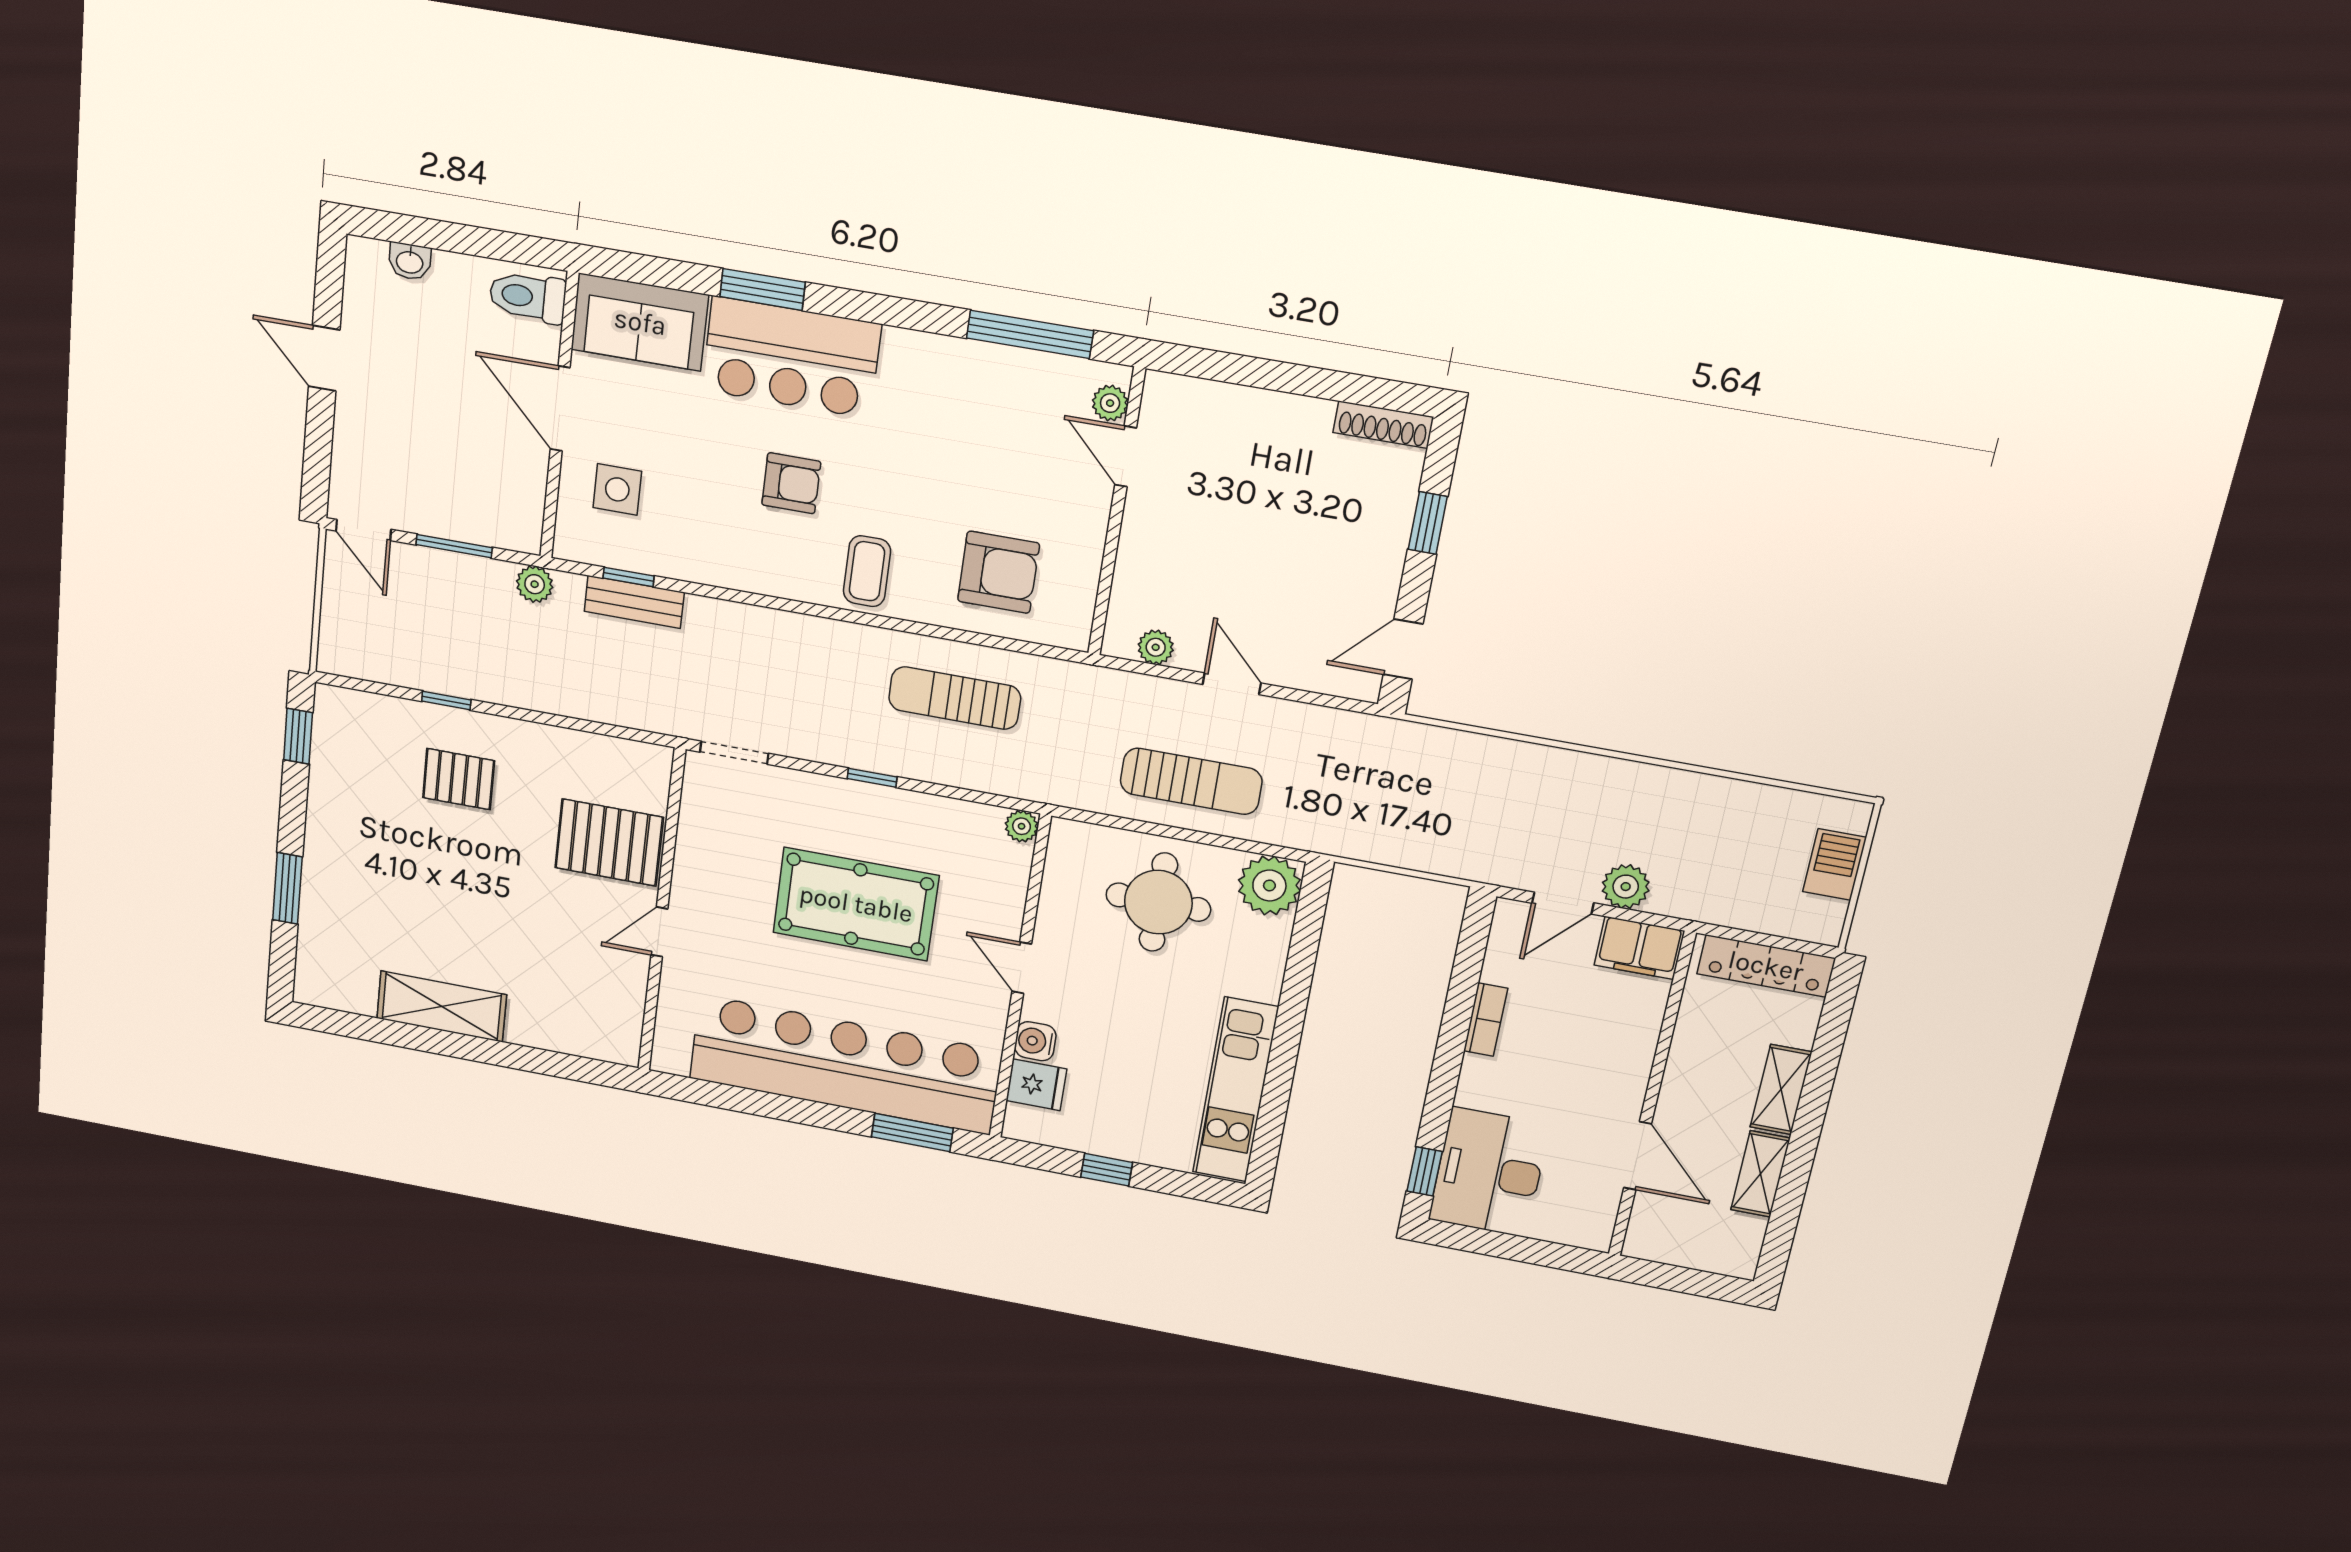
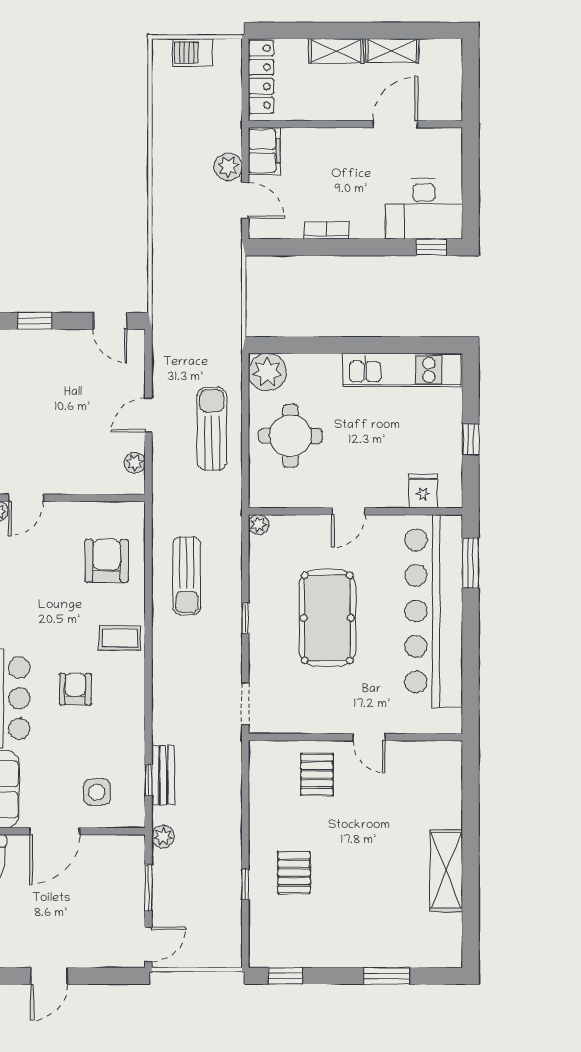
pallet: (609, 843) -> (317, 775), width x0.67, depth x0.71
water cooler: (1035, 1041) -> (394, 496), removed

